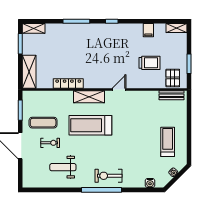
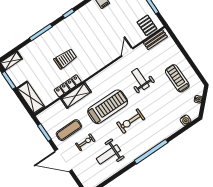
trolley: (150, 63) -> (65, 59), moved
door: (119, 90) -> (127, 52), moved
shelving: (89, 97) -> (76, 95), moved
weight bench: (135, 121) -> (140, 79), added
treadmill: (90, 125) -> (108, 107), turned 180
exercise bike: (108, 176) -> (131, 121), moved

